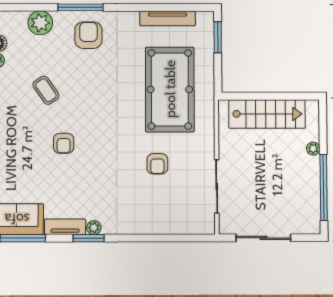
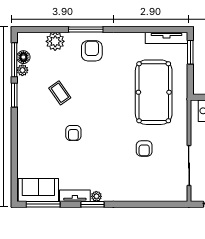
tv unit: (168, 18) -> (167, 38), moved

